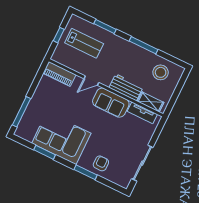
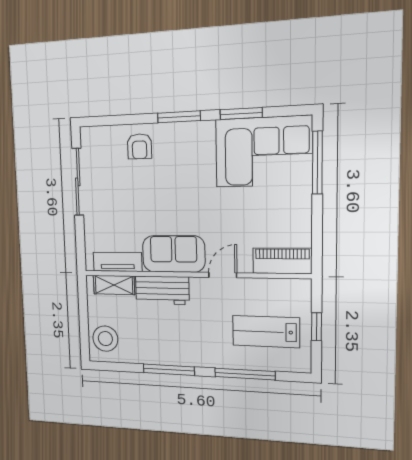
window: (105, 26) -> (245, 374), width x1.44
stool: (161, 72) -> (105, 339), moved
corner sofa: (61, 138) -> (263, 152), moved
window: (86, 172) -> (179, 117), moved

